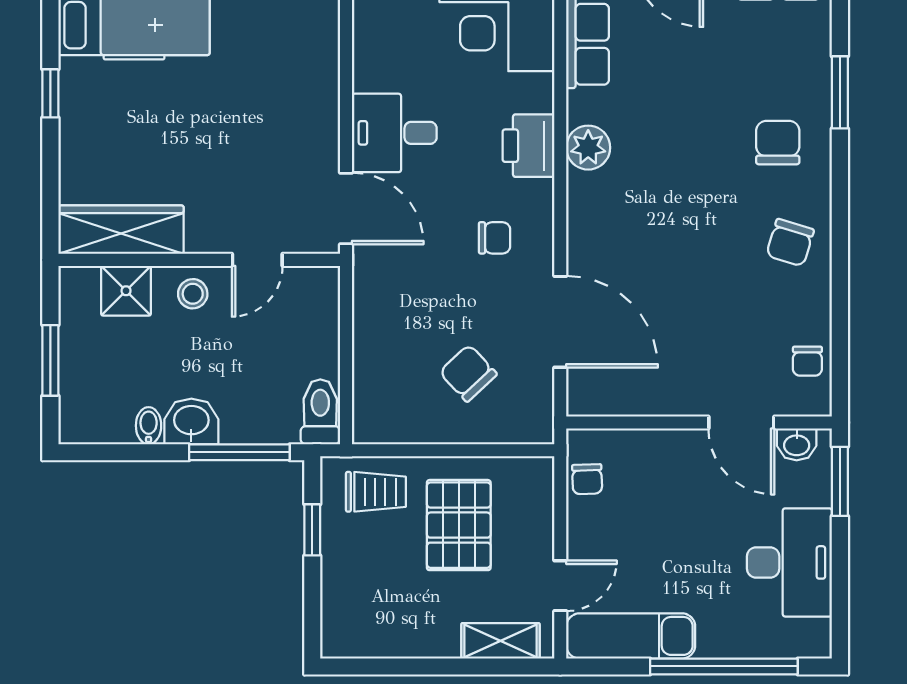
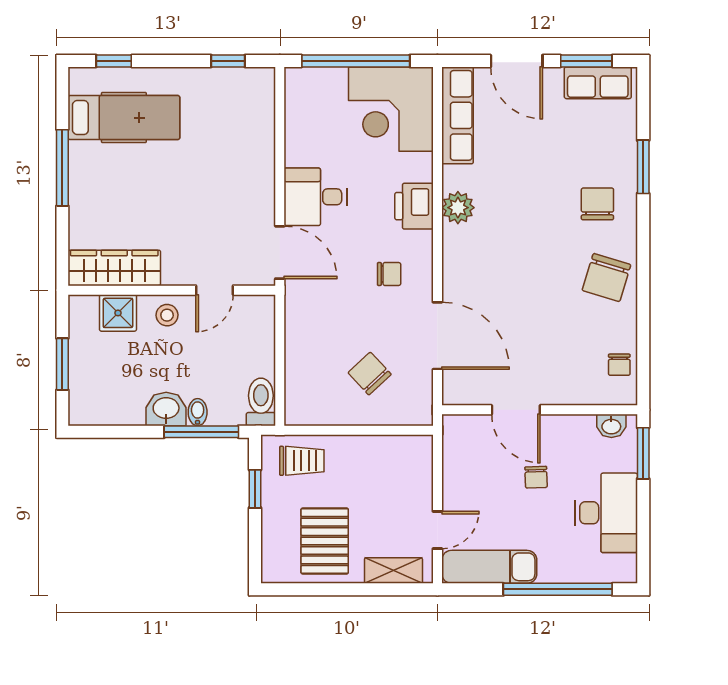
window: (50, 93) -> (62, 168), width x2.17
chair: (790, 243) -> (606, 277), width x1.37, depth x1.37
door: (741, 422) -> (516, 410), moved
bidet: (149, 426) -> (198, 412), moved
chair: (587, 479) -> (536, 477), moved
pallet: (459, 525) -> (325, 541), moved

